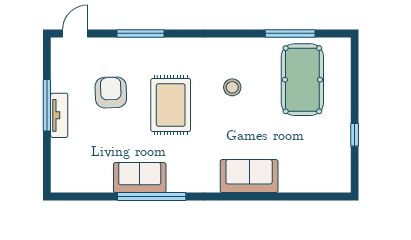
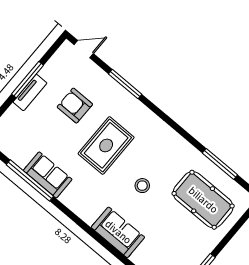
pool table: (302, 80) -> (203, 200), turned 90
stool: (232, 87) -> (142, 186), moved
armchair: (111, 92) -> (75, 106), turned -88
window: (152, 196) -> (30, 180), moved

